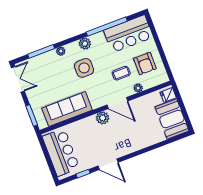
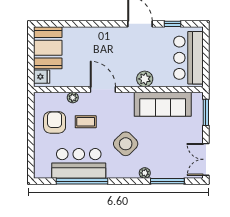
bar counter: (128, 34) -> (79, 163), moved
plant: (85, 44) -> (114, 171), removed
side table: (84, 68) -> (126, 144), turned 45
plant: (103, 118) -> (145, 79), moved

